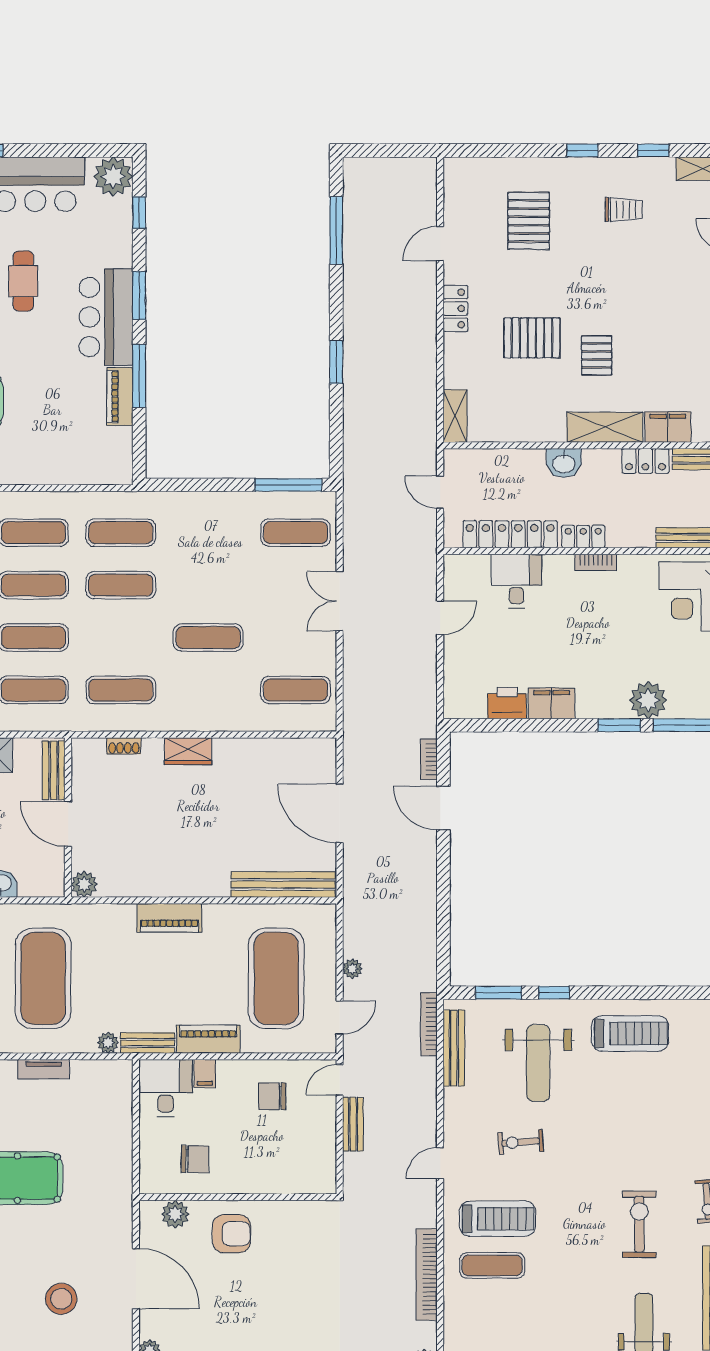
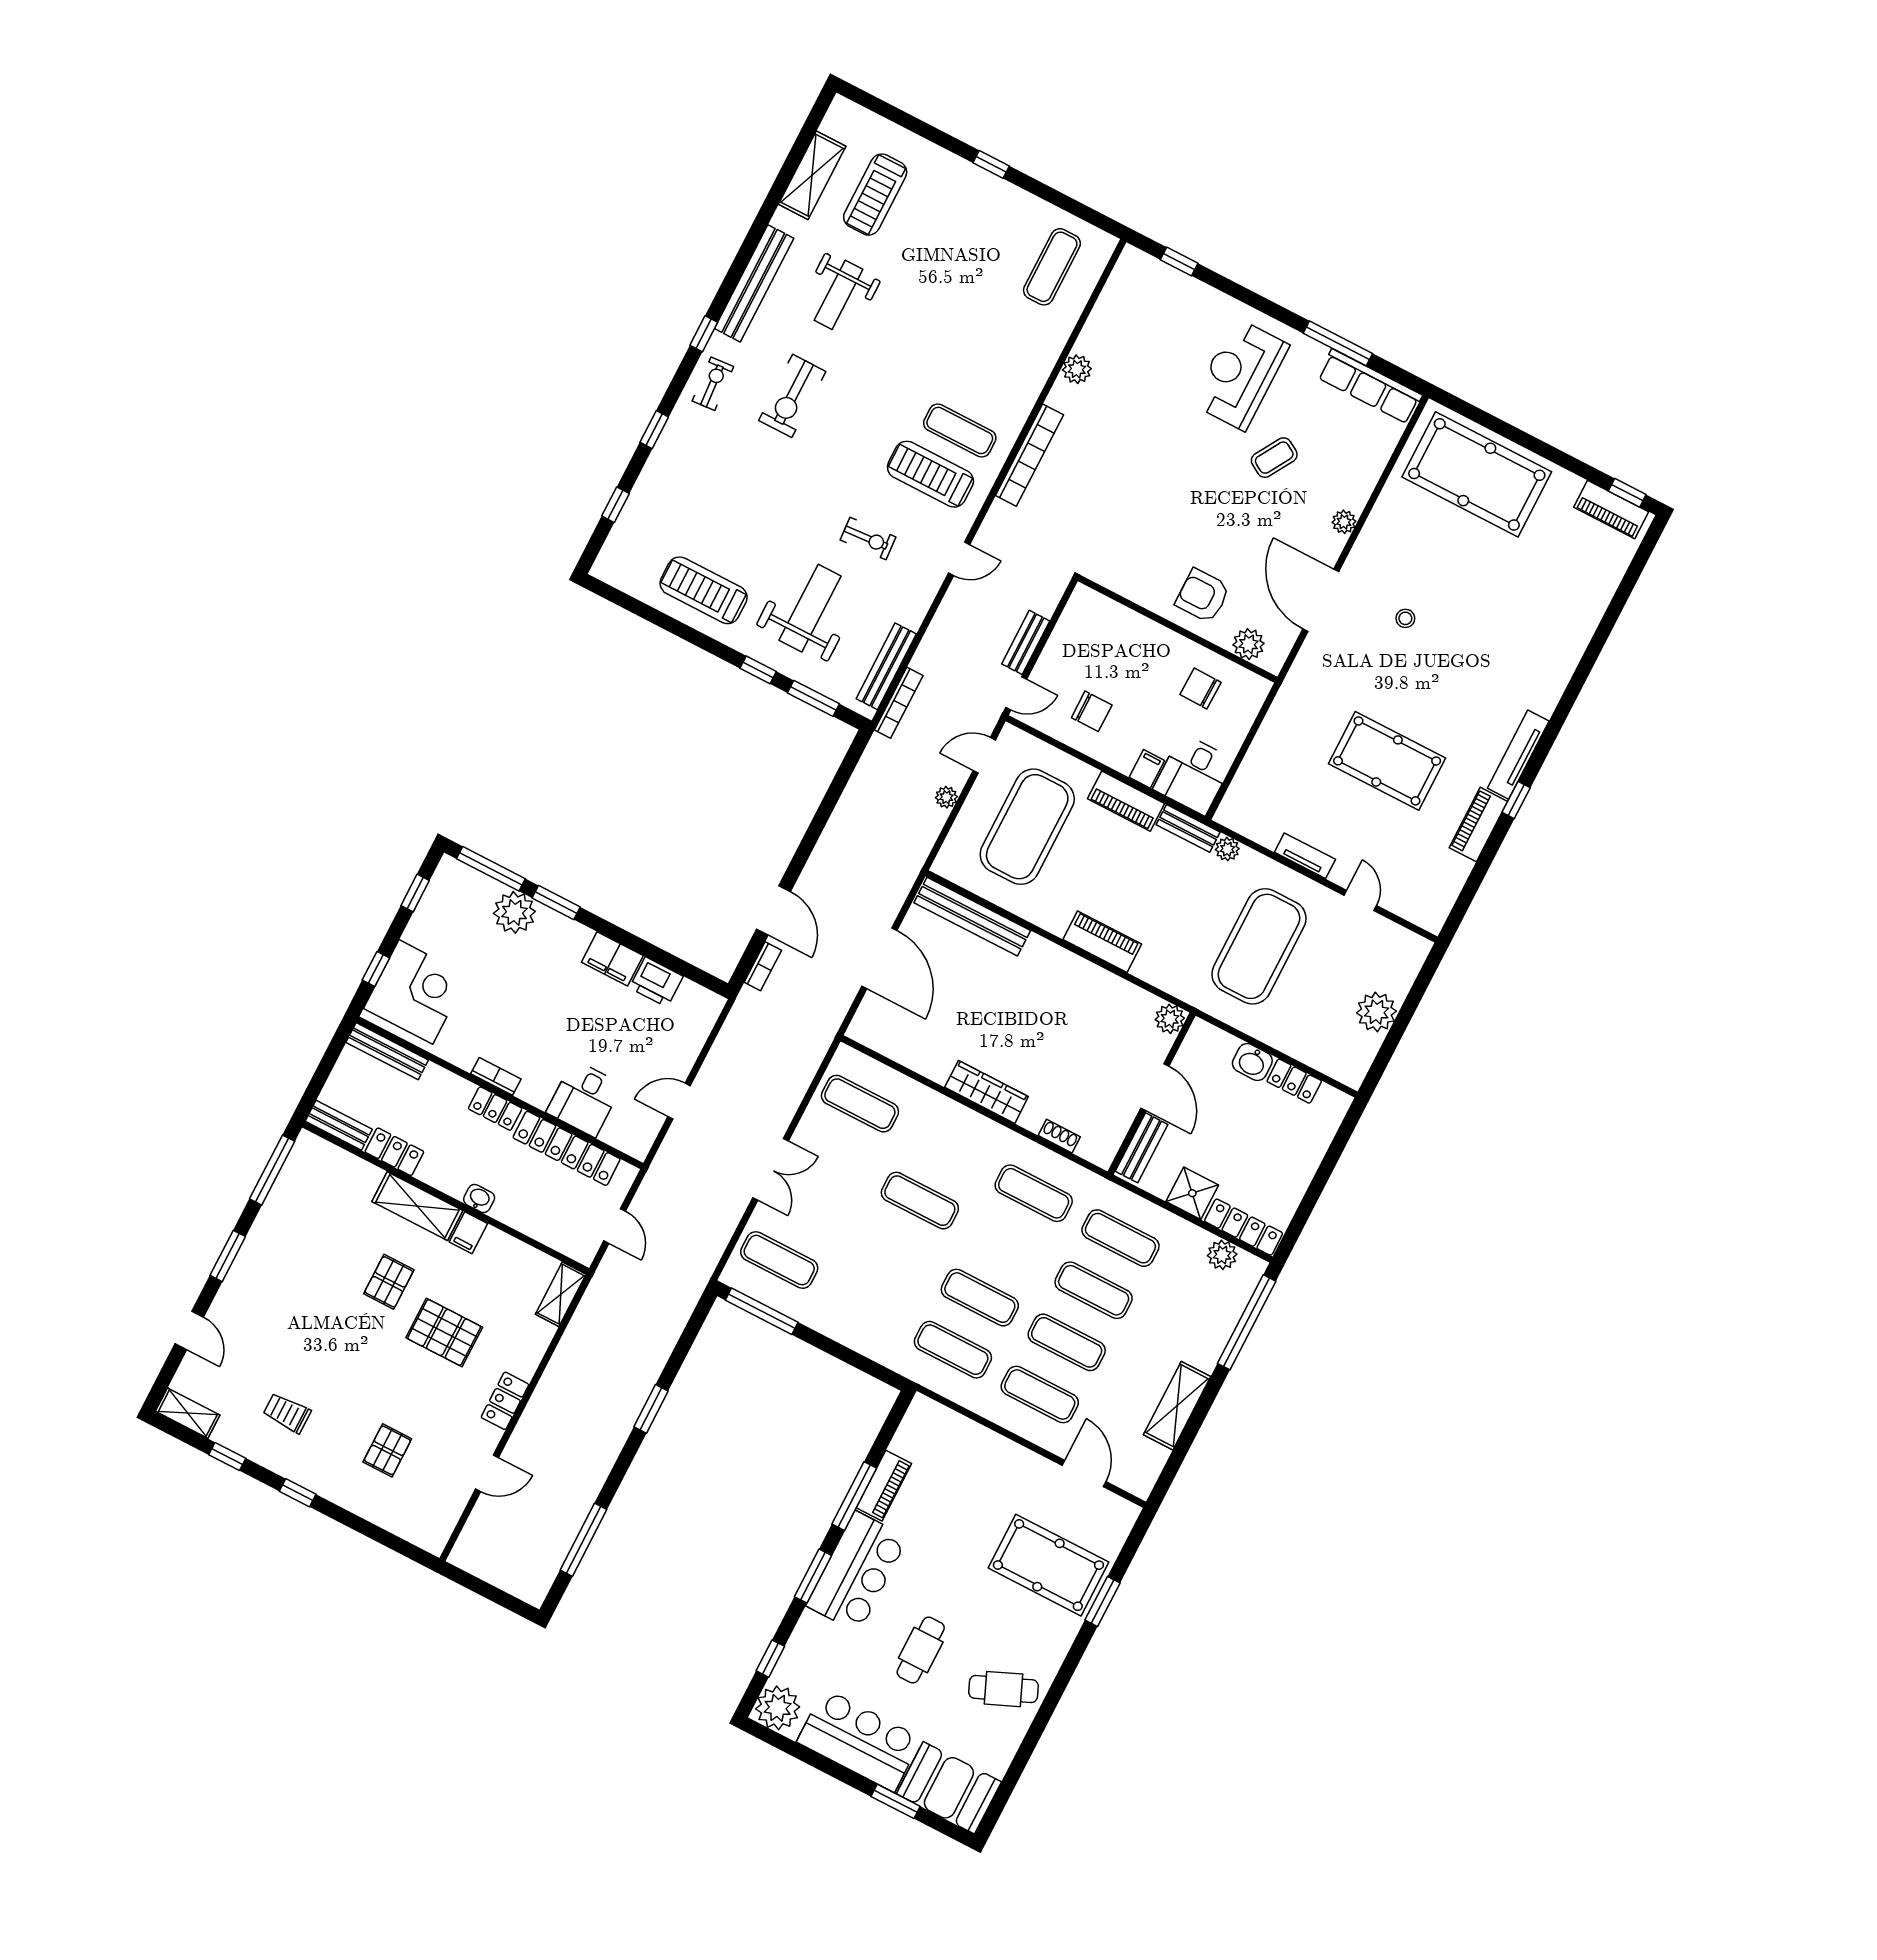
pallet: (529, 221) -> (387, 1450), width x0.67, depth x0.71
filing cabinet: (668, 427) -> (468, 1233), moved, width x0.50
washbasin: (564, 463) -> (479, 1199), width x0.72, depth x0.69
wardrobe: (188, 751) -> (987, 1092), width x1.50
stool: (61, 1299) -> (1405, 618), width x0.53, depth x0.53

